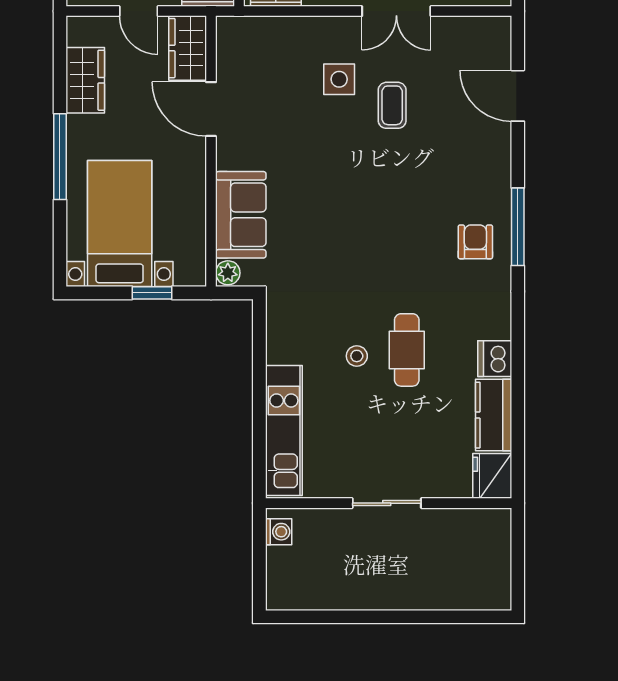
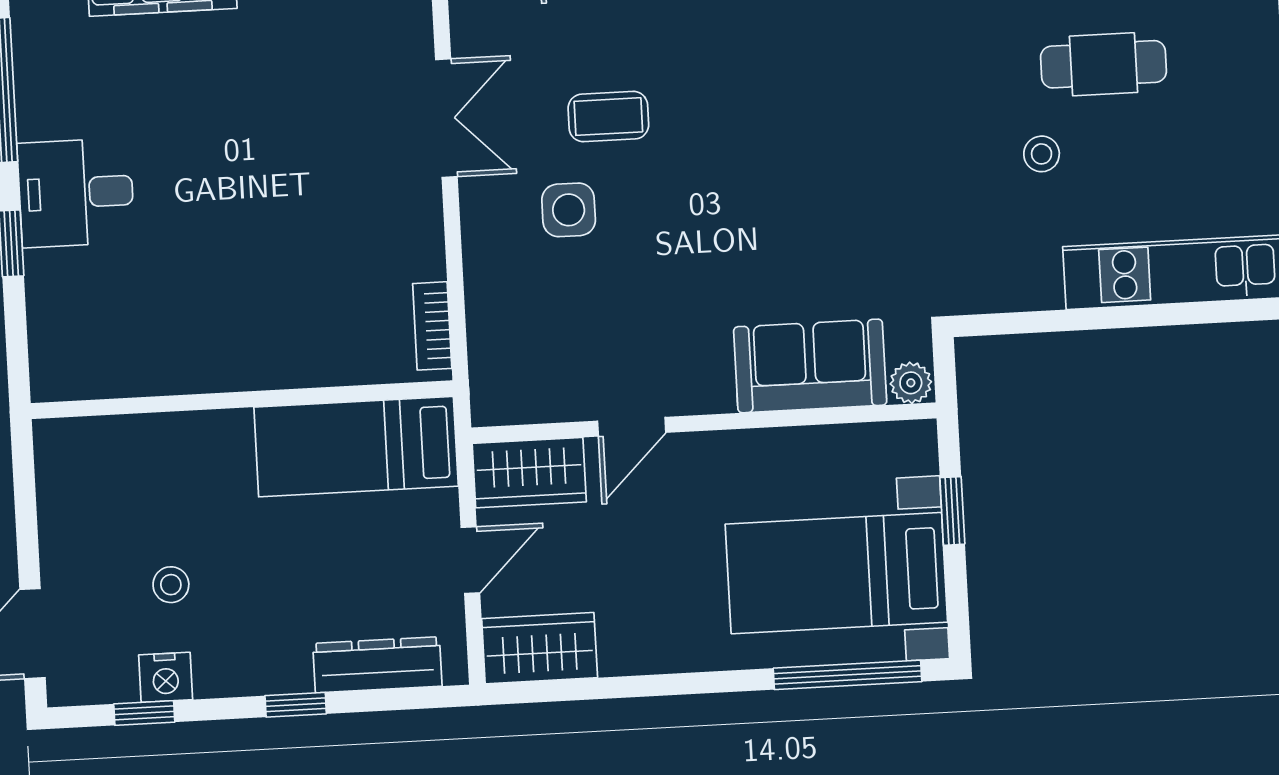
wardrobe: (85, 80) -> (540, 648), moved
door: (211, 109) -> (632, 427), width x0.73
window: (60, 157) -> (848, 675), moved
cafe table: (407, 350) -> (1103, 64), moved

